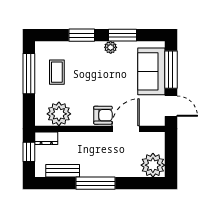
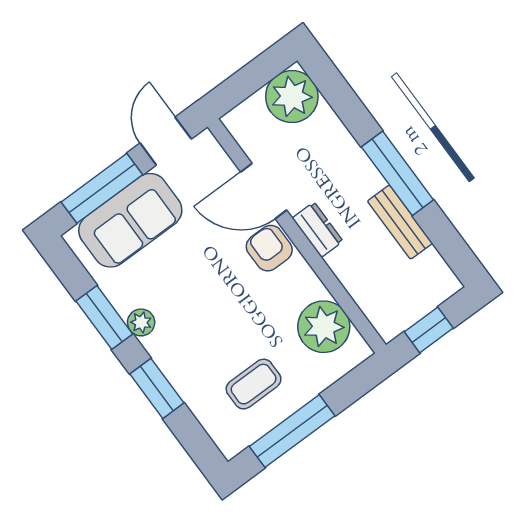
dresser: (46, 138) -> (318, 230), moved
bench: (63, 171) -> (400, 222), moved

